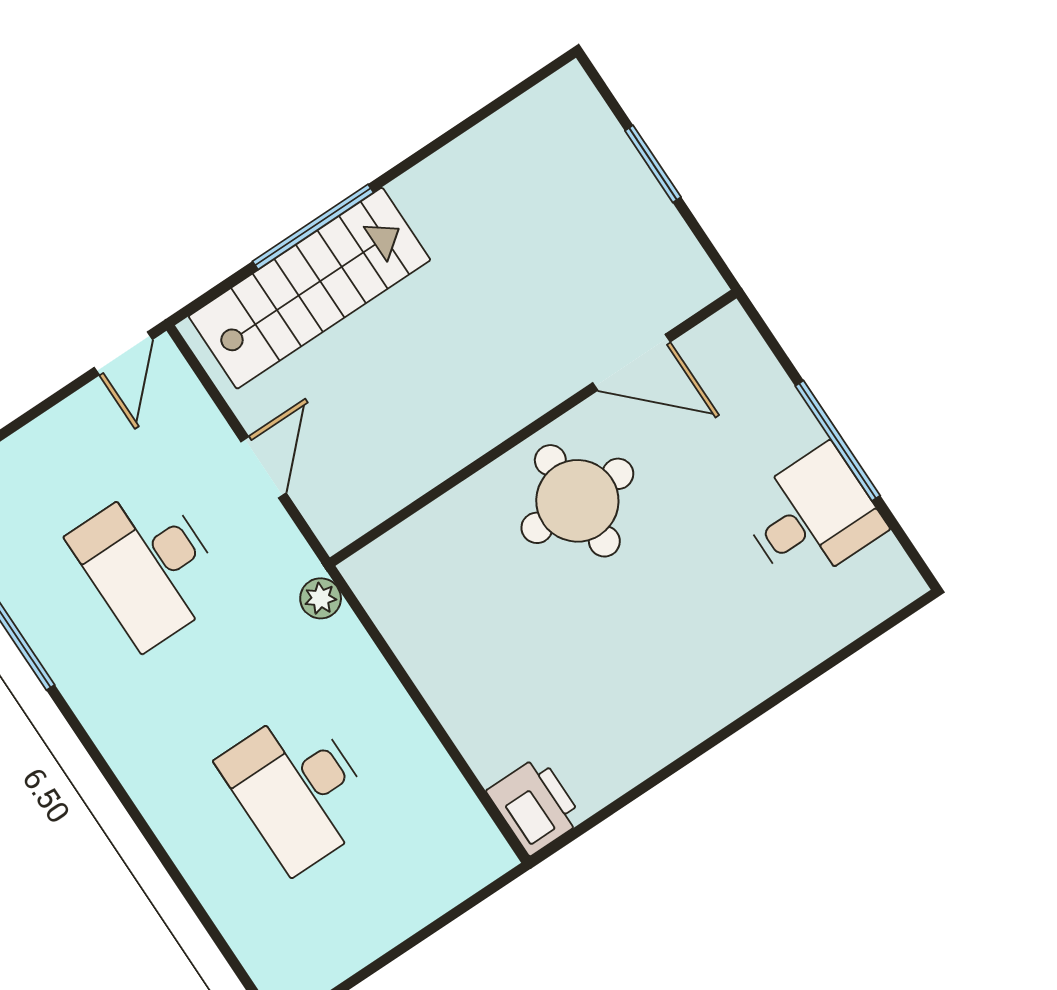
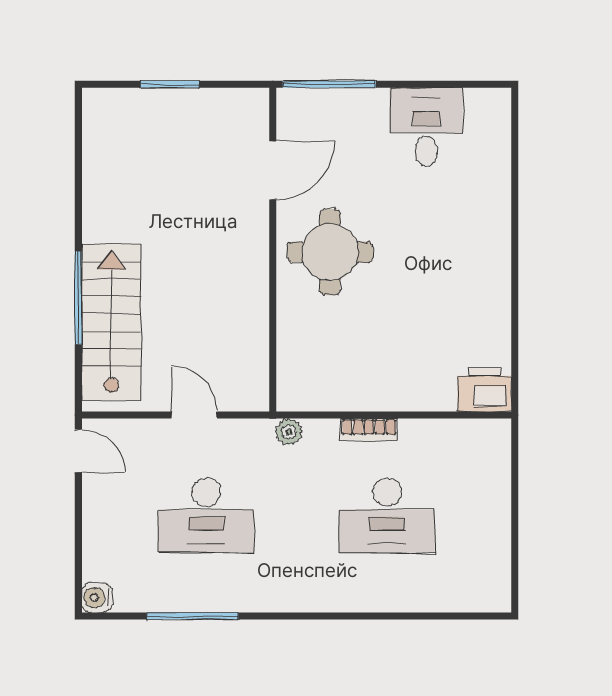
window: (838, 441) -> (329, 84), moved
bookcase: (390, 696) -> (369, 430), added

